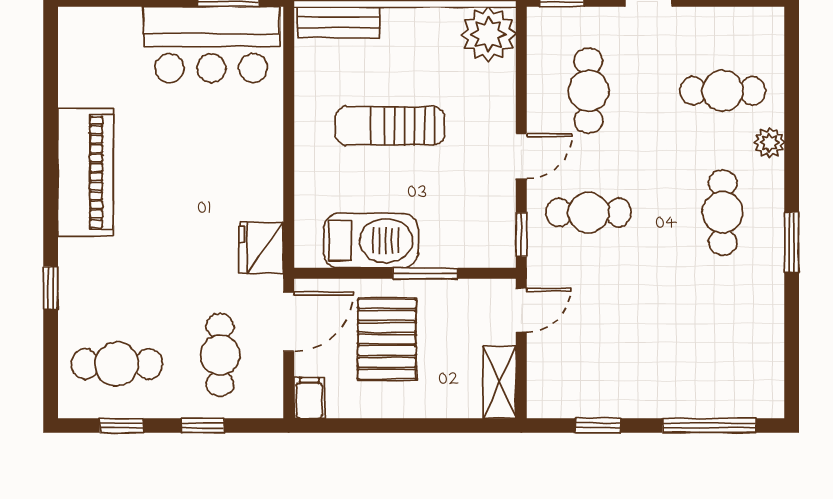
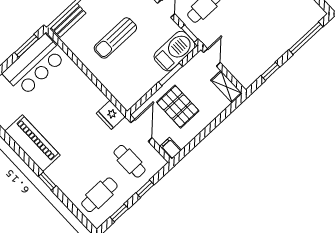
barbecue: (371, 241) -> (174, 51), moved
window: (51, 288) -> (47, 181), moved

